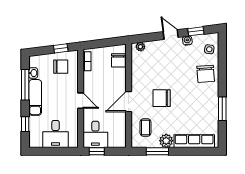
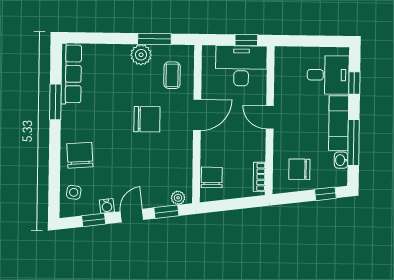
door: (171, 34) -> (132, 216), swing flipped
window: (148, 37) -> (166, 212), added
window: (61, 48) -> (325, 194), moved
desk: (56, 134) -> (328, 75), moved, turned 90
desk: (95, 134) -> (241, 66), width x1.37
row of seats: (194, 141) -> (71, 74), moved, turned -90

